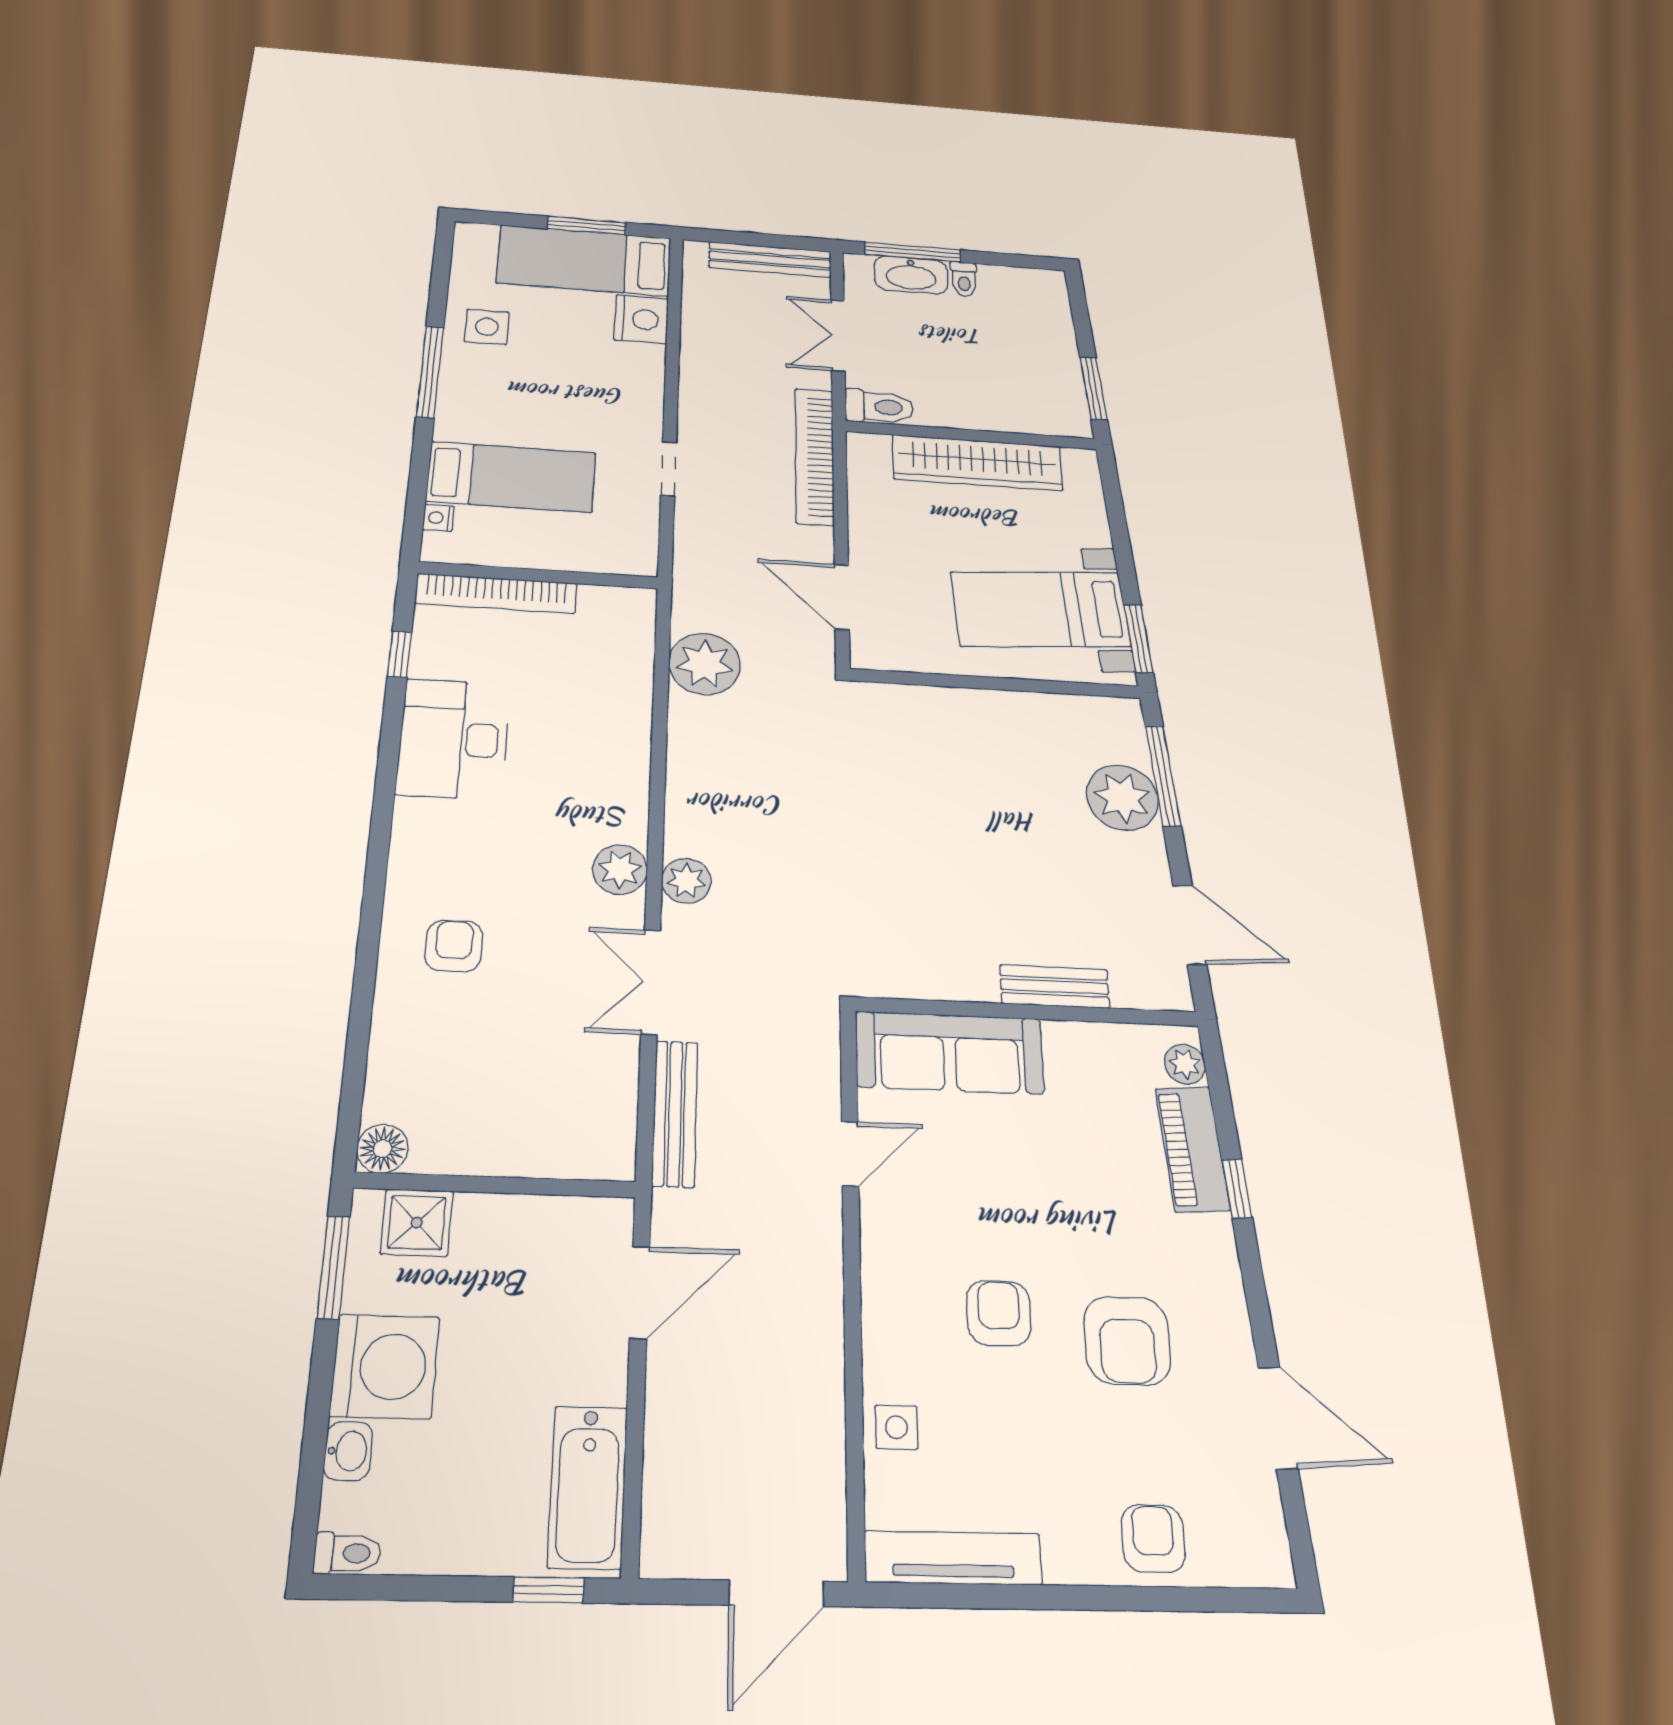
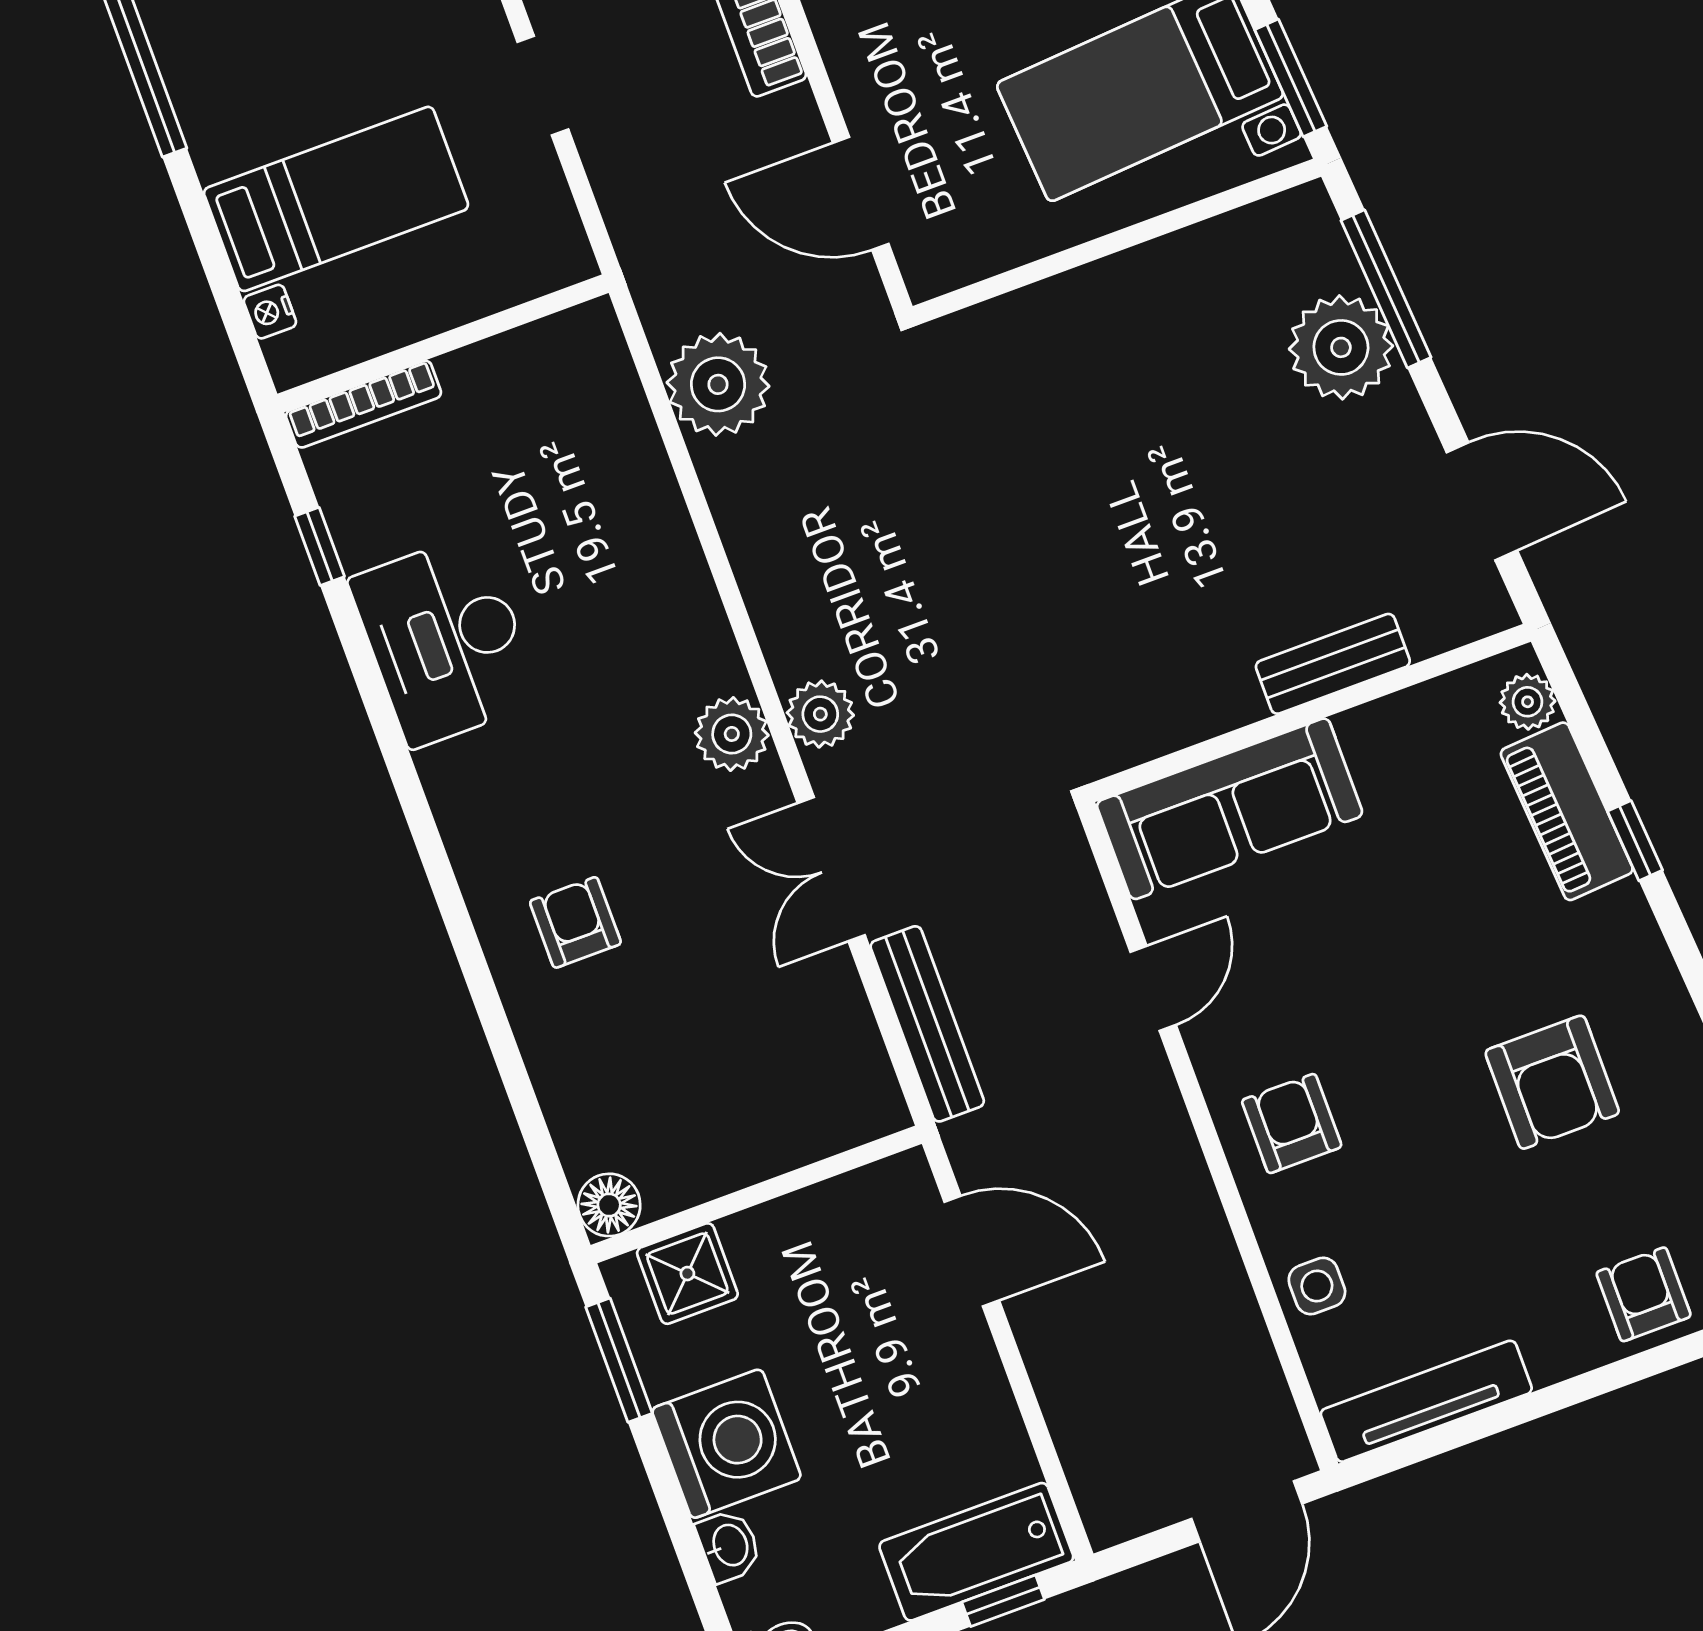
bookcase: (496, 593) -> (363, 404), width x0.68, depth x0.76
door: (640, 1292) -> (972, 1251), hinge flipped
armchair: (999, 1313) -> (1292, 1124), moved
bathtub: (588, 1487) -> (976, 1552), moved, turned 90

